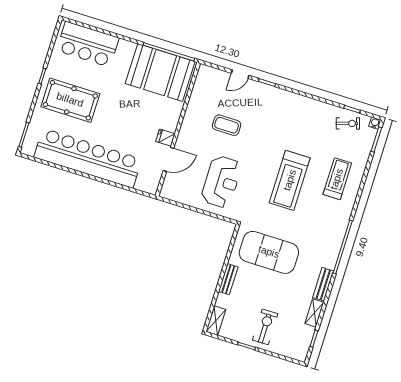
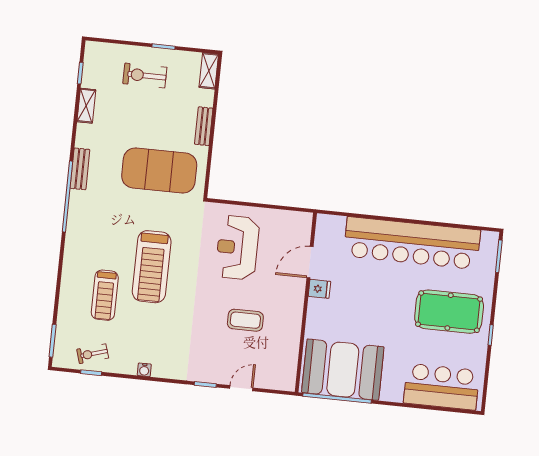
water cooler: (375, 123) -> (144, 370), moved
treadmill: (337, 179) -> (105, 295), moved
treadmill: (290, 180) -> (152, 267), turned 180
bench: (323, 284) -> (80, 169), moved
exercise bike: (265, 327) -> (145, 75), turned 90

